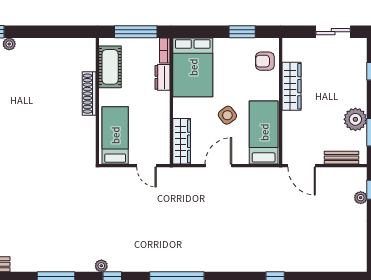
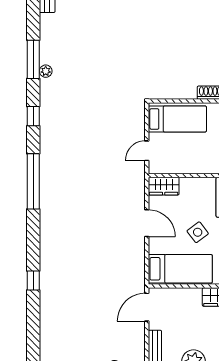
wardrobe: (182, 141) -> (164, 186), width x0.67
plant: (101, 266) -> (46, 71), moved

